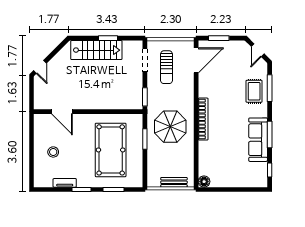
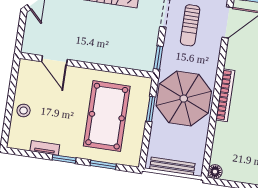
parasol: (170, 127) -> (184, 99), width x1.36, depth x1.36
stool: (53, 152) -> (24, 110), moved
bench: (174, 182) -> (172, 166), width x1.36

